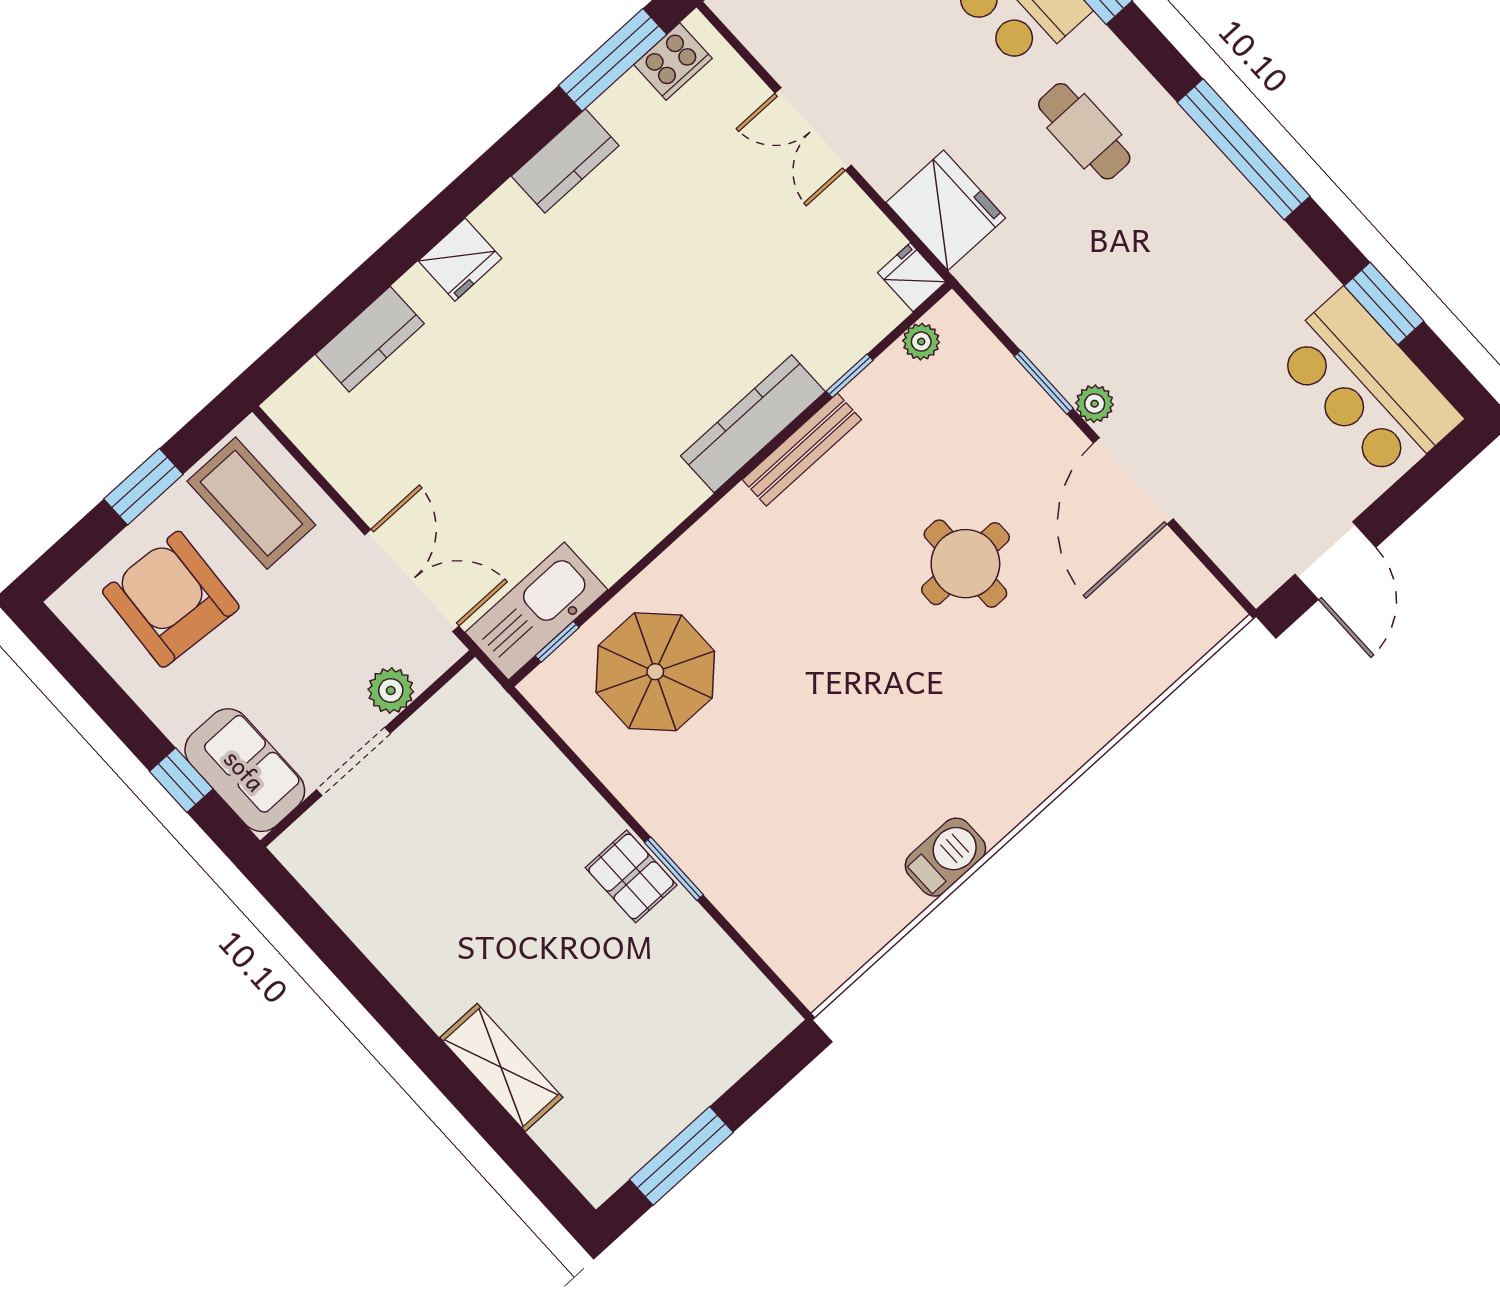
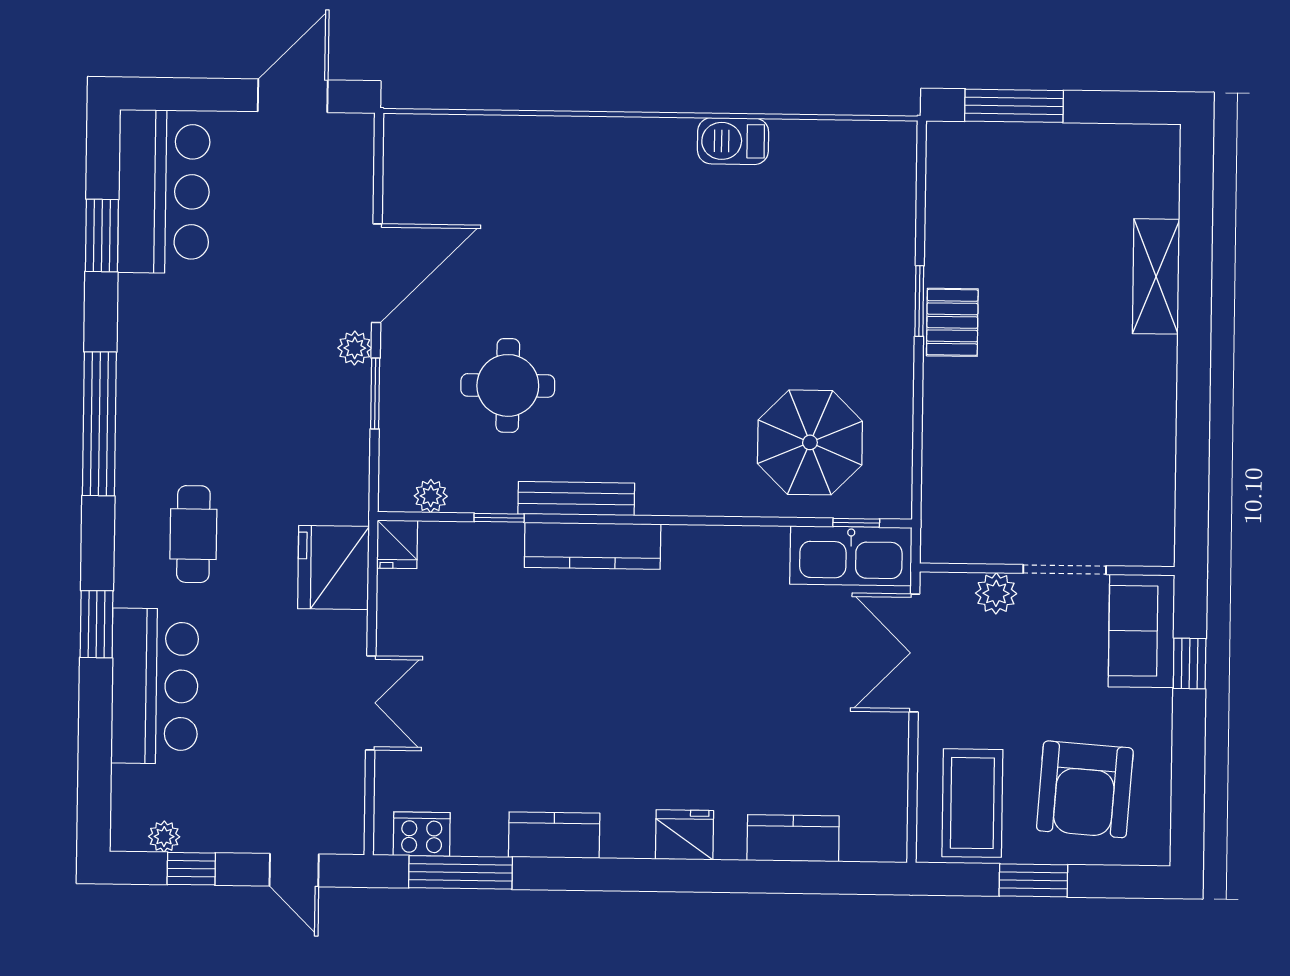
round table: (965, 564) -> (508, 385), moved
window: (681, 1156) -> (1014, 106), moved

